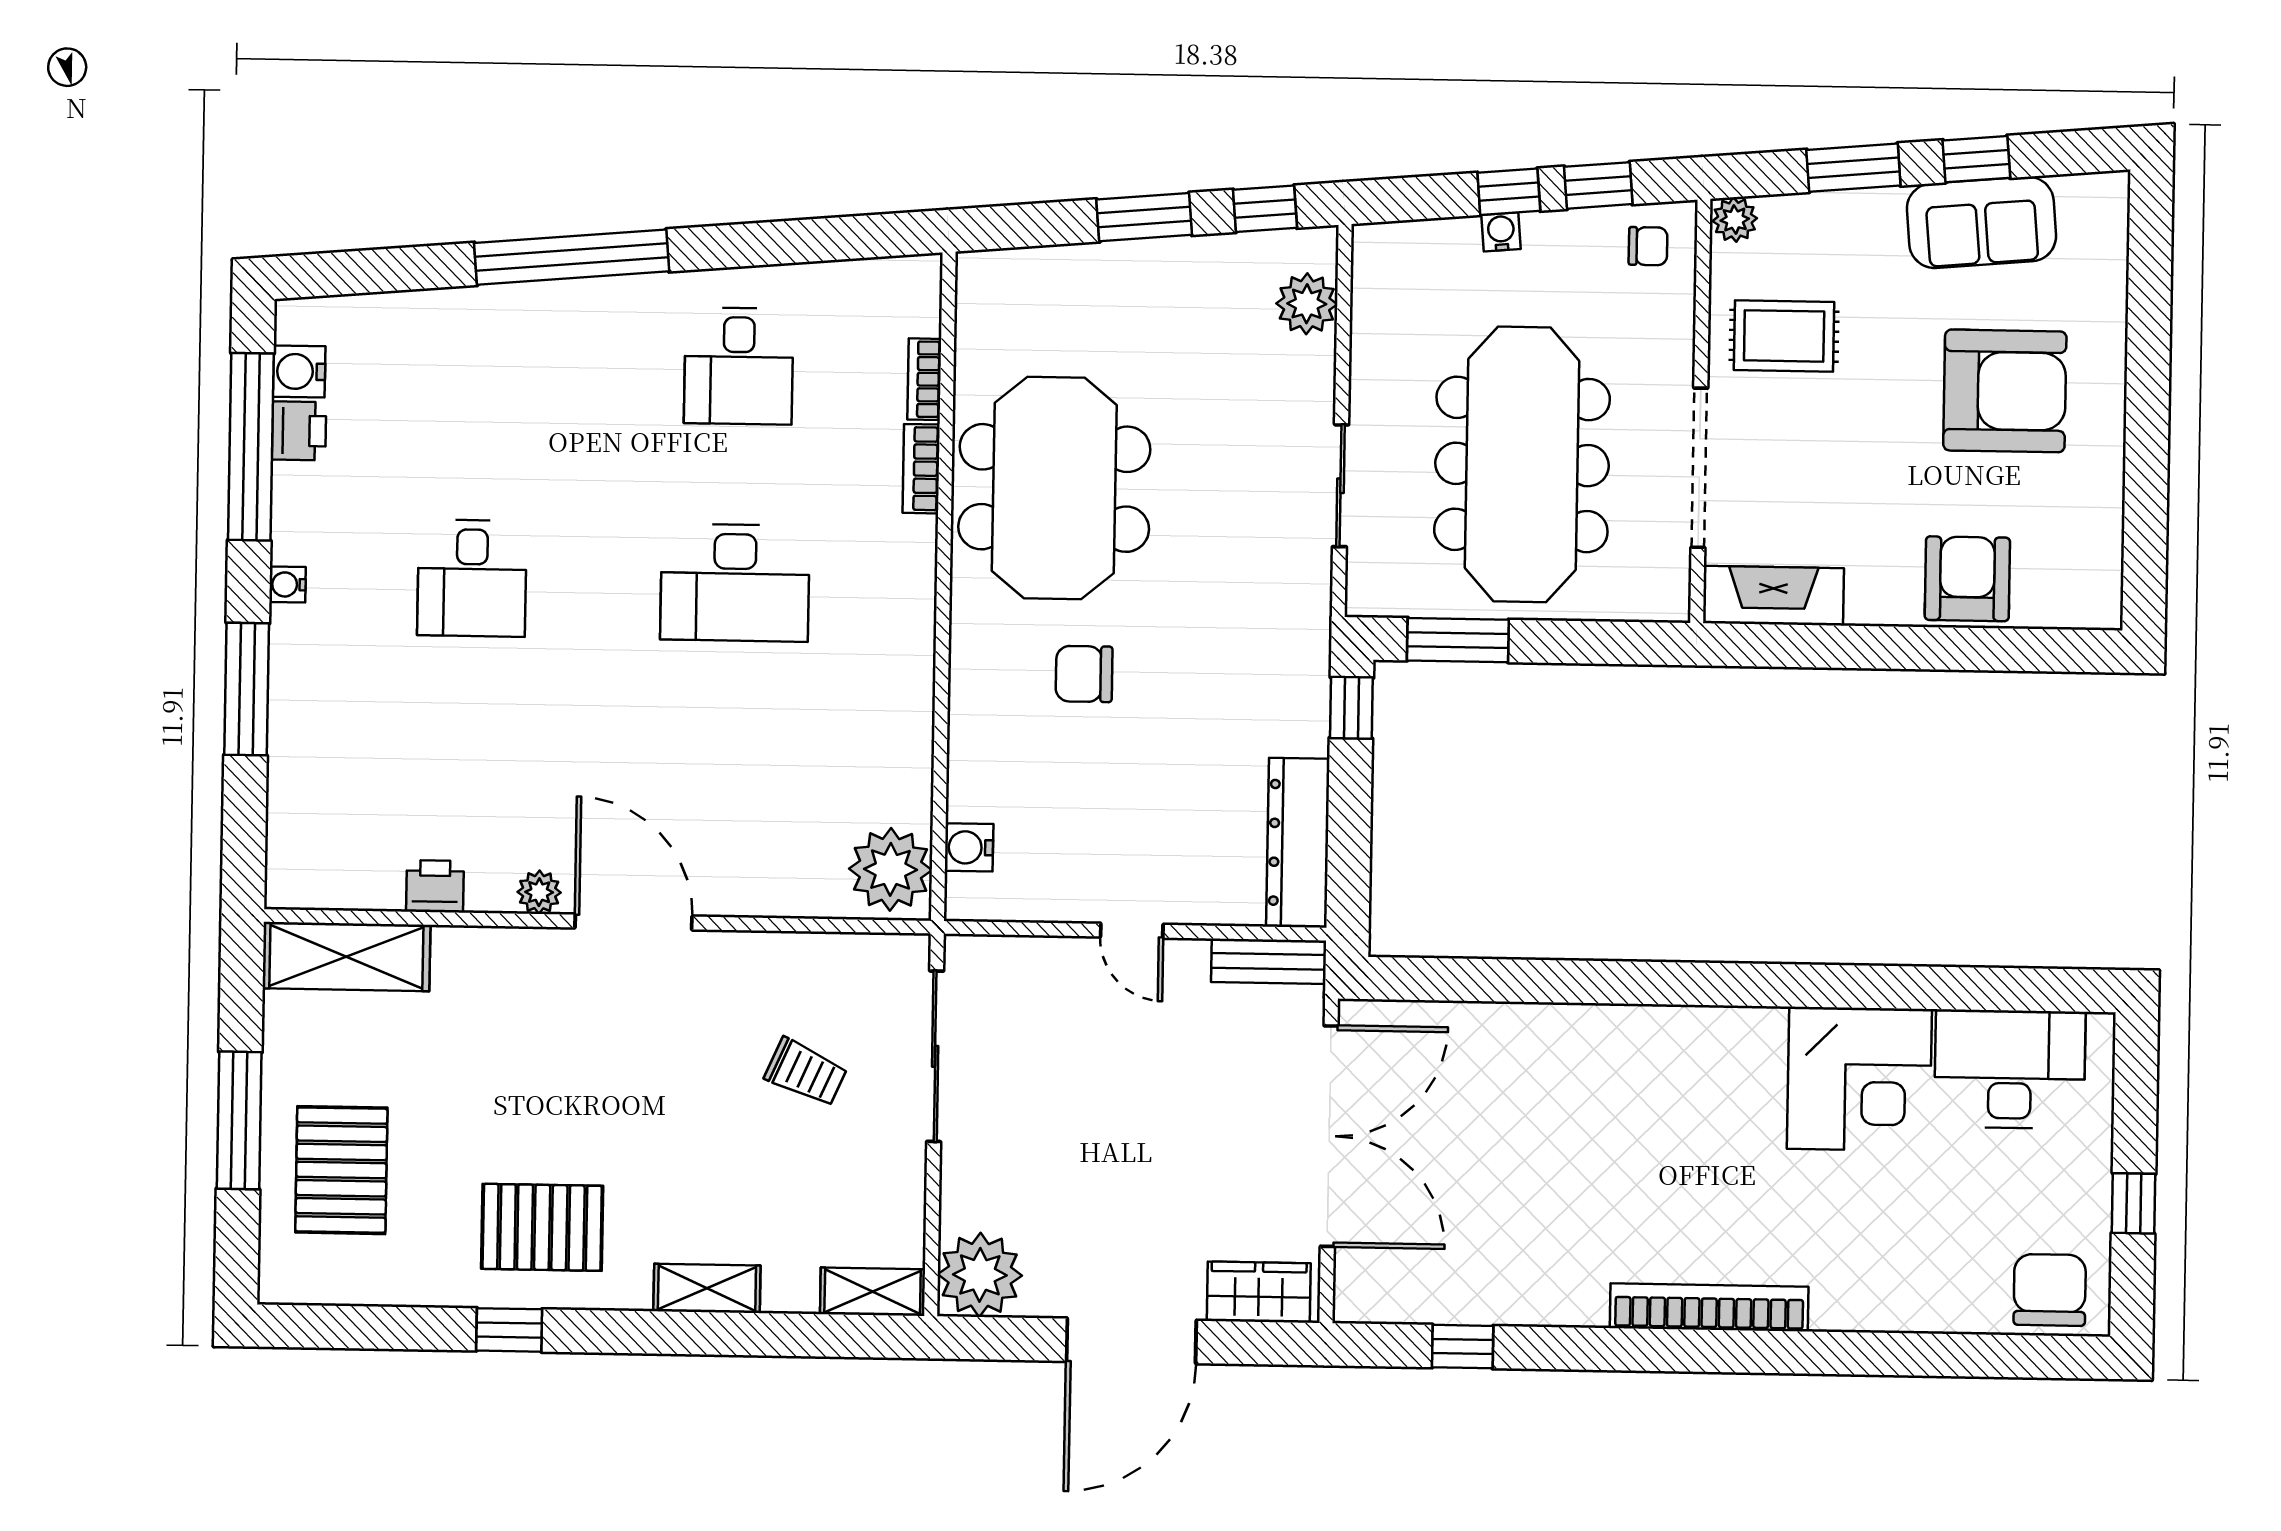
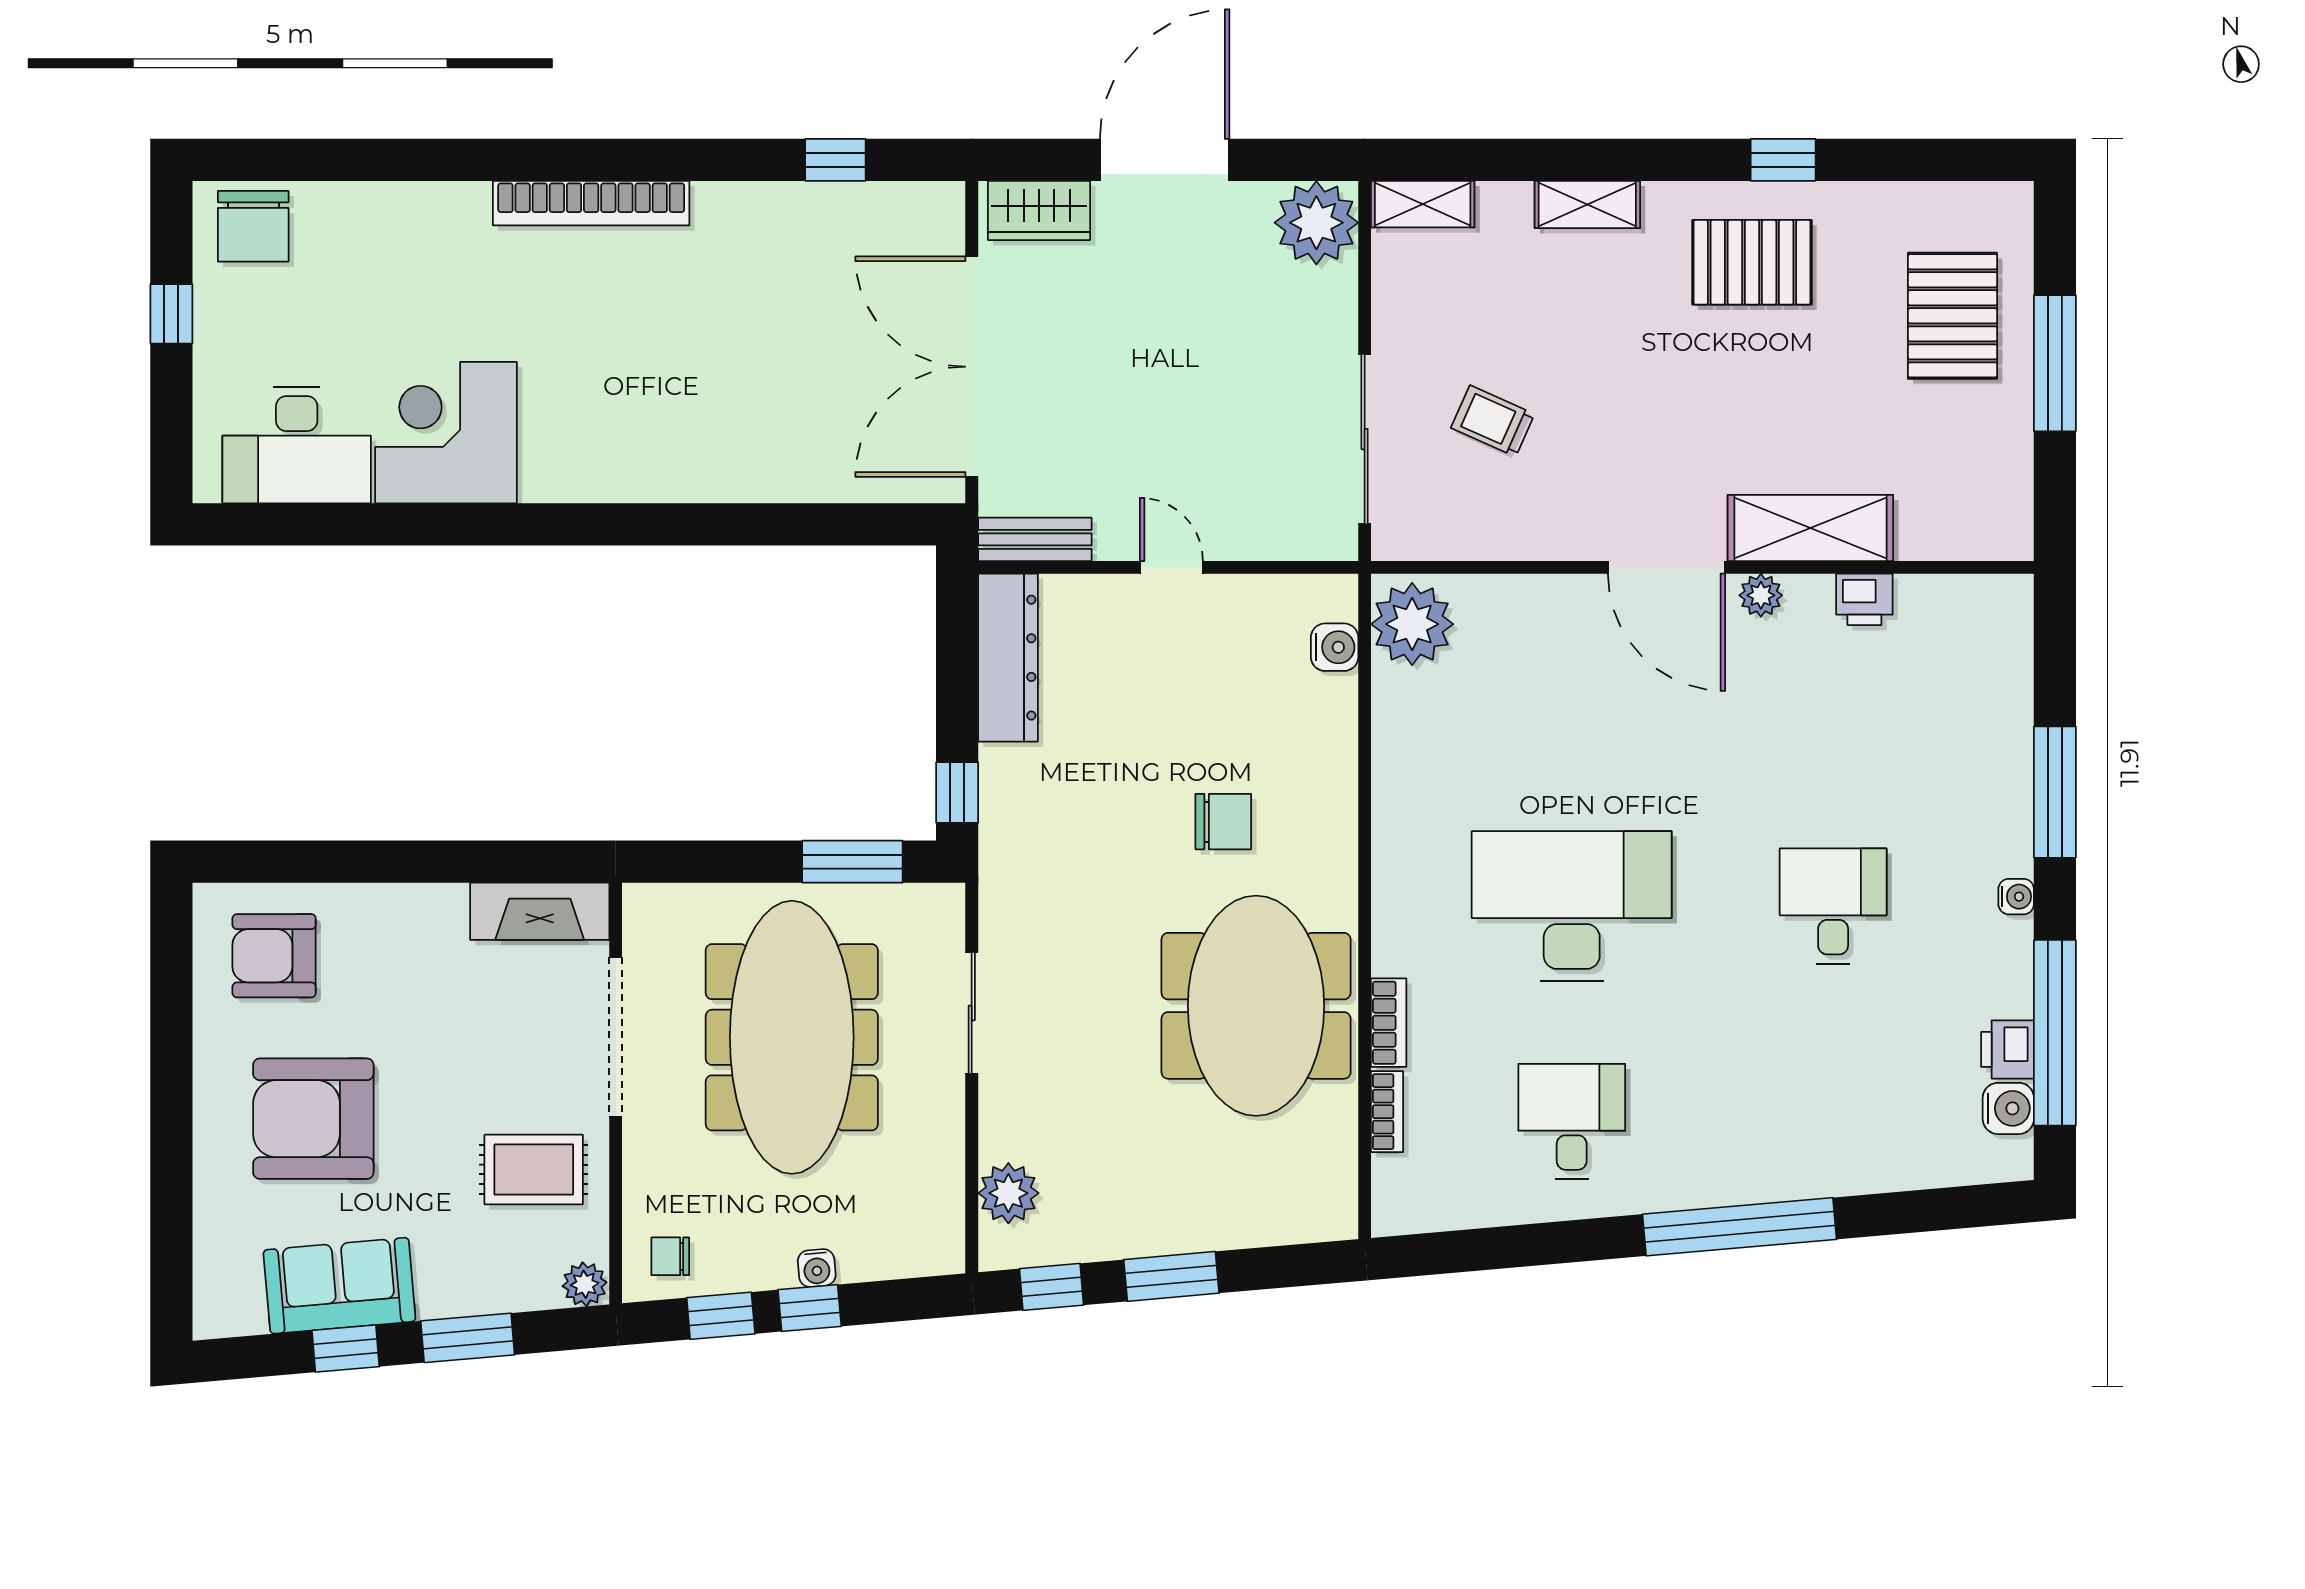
armchair: (1967, 579) -> (274, 956), moved, turned 90
desk: (735, 583) -> (1572, 906), width x1.36, depth x1.30
shelving: (346, 957) -> (1810, 528), moved

